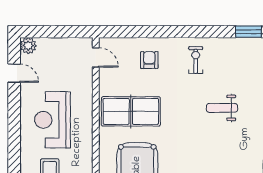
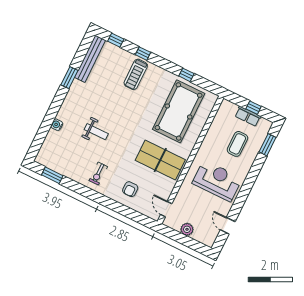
plant: (28, 46) -> (187, 229), moved
reception desk: (52, 120) -> (217, 181), turned -90

